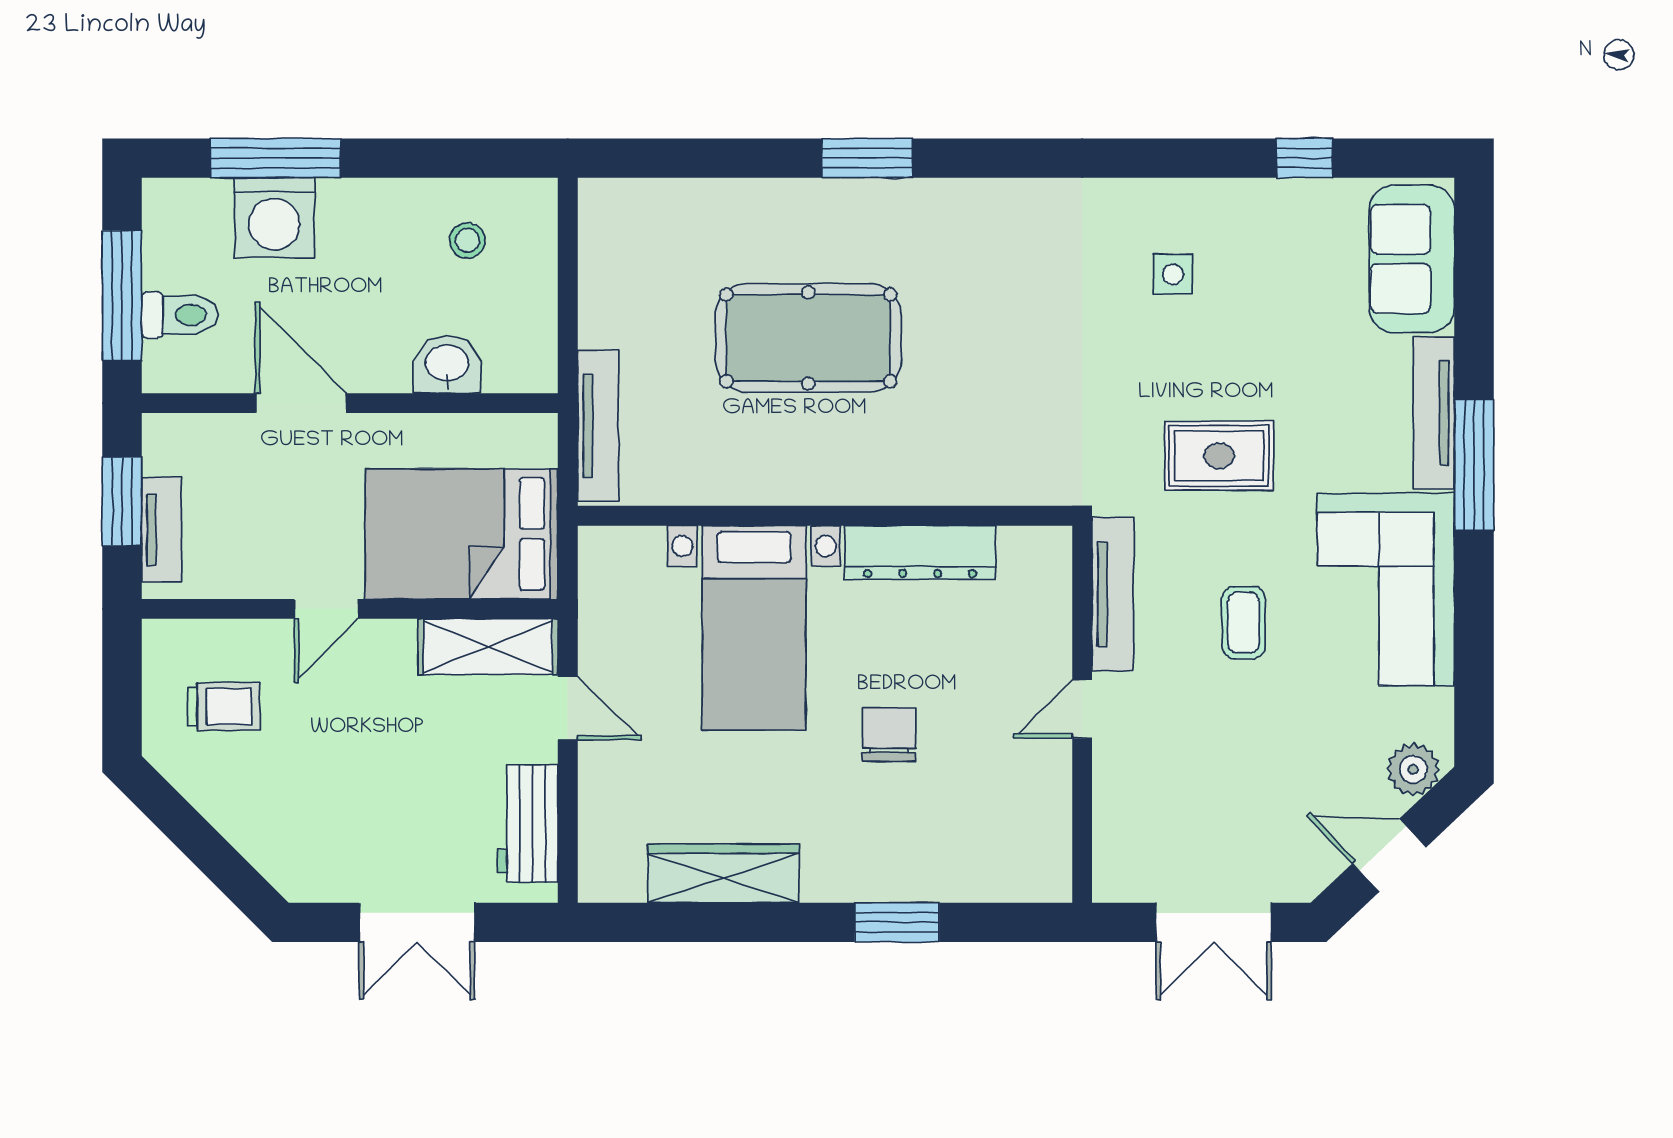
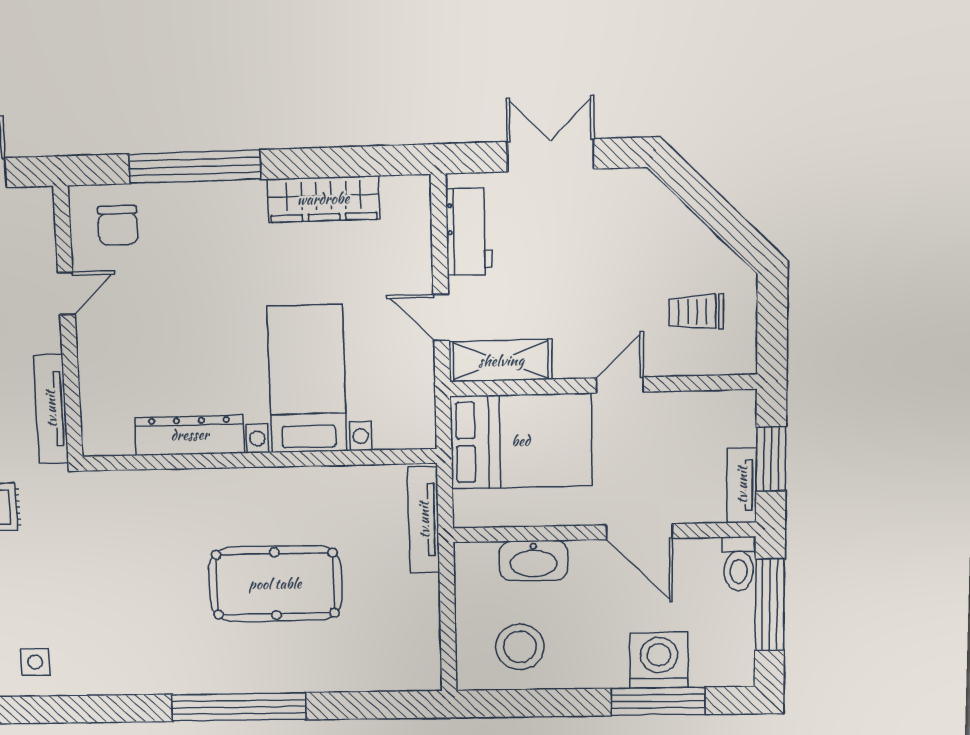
window: (867, 158) -> (239, 707), width x2.11
stool: (467, 240) -> (520, 647), width x1.89, depth x1.89
side table: (1173, 274) -> (35, 662), moved
toilet: (180, 315) -> (739, 564), moved, turned -90
washbasin: (447, 364) -> (533, 561), width x1.38
tv unit: (162, 530) -> (742, 485), moved
door: (1082, 709) -> (66, 293), moved
chair: (889, 734) -> (118, 225), moved
window: (897, 922) -> (195, 167), width x2.11

